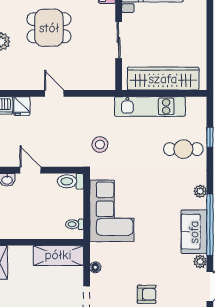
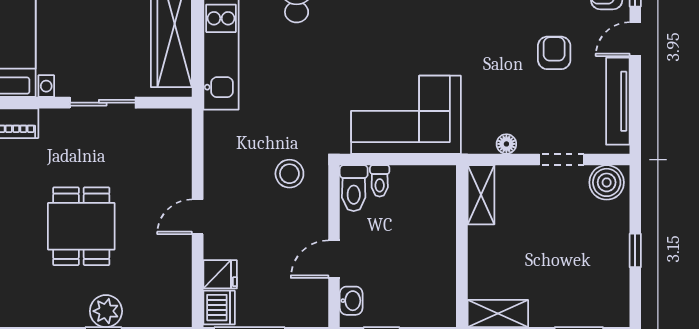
stool: (100, 145) -> (289, 174), moved
toilet: (74, 224) -> (380, 181), moved
shelving: (58, 255) -> (481, 195), width x0.67, depth x0.75

